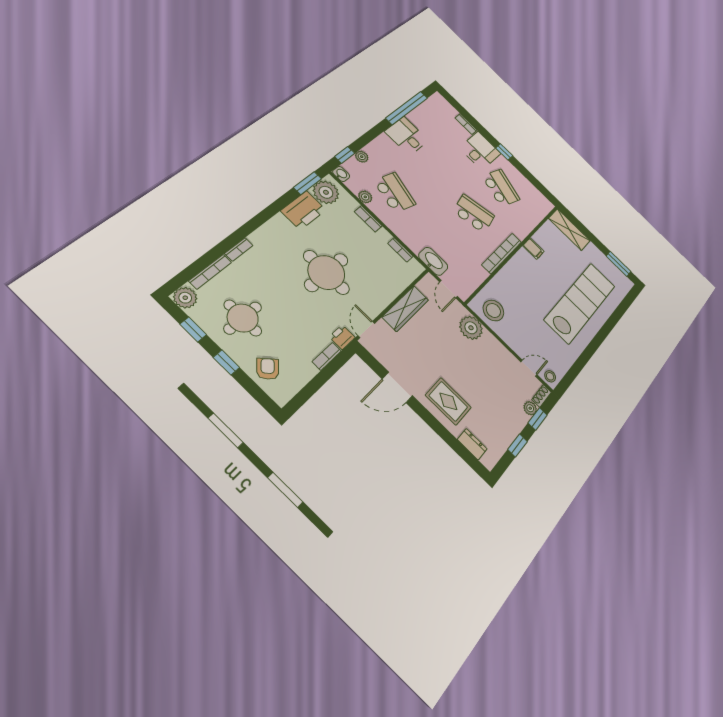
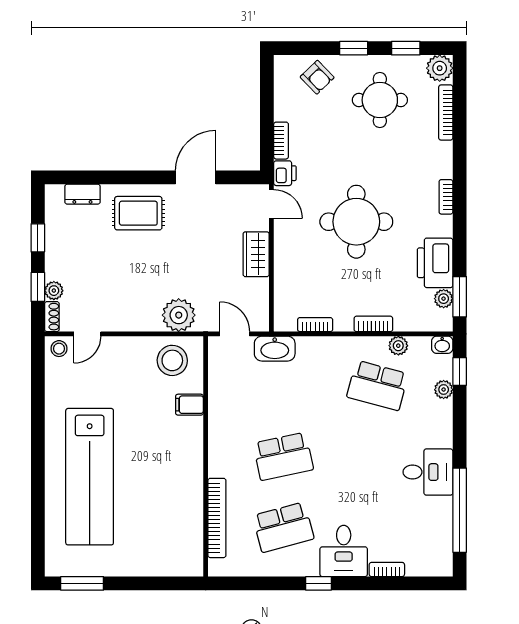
school desk: (501, 188) -> (283, 527), turned -33
plant: (326, 192) -> (444, 299), width x0.53, depth x0.53
shelving: (569, 230) -> (170, 563), removed
bookcase: (239, 249) -> (446, 197), moved
filing cabinet: (533, 249) -> (189, 405), moved
bookcase: (502, 253) -> (217, 518), moved
wardrobe: (405, 308) -> (256, 254), width x0.67

